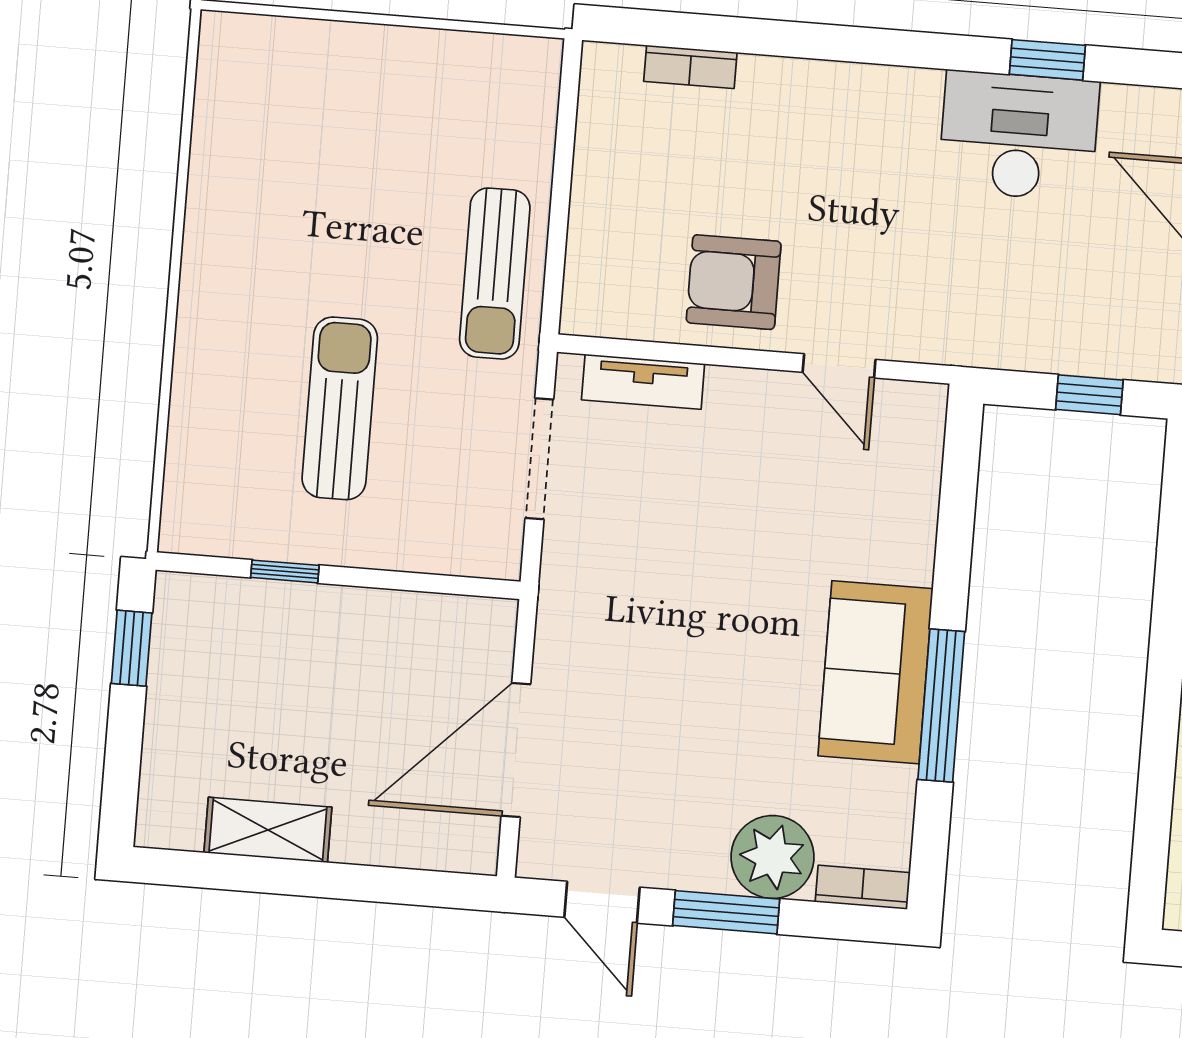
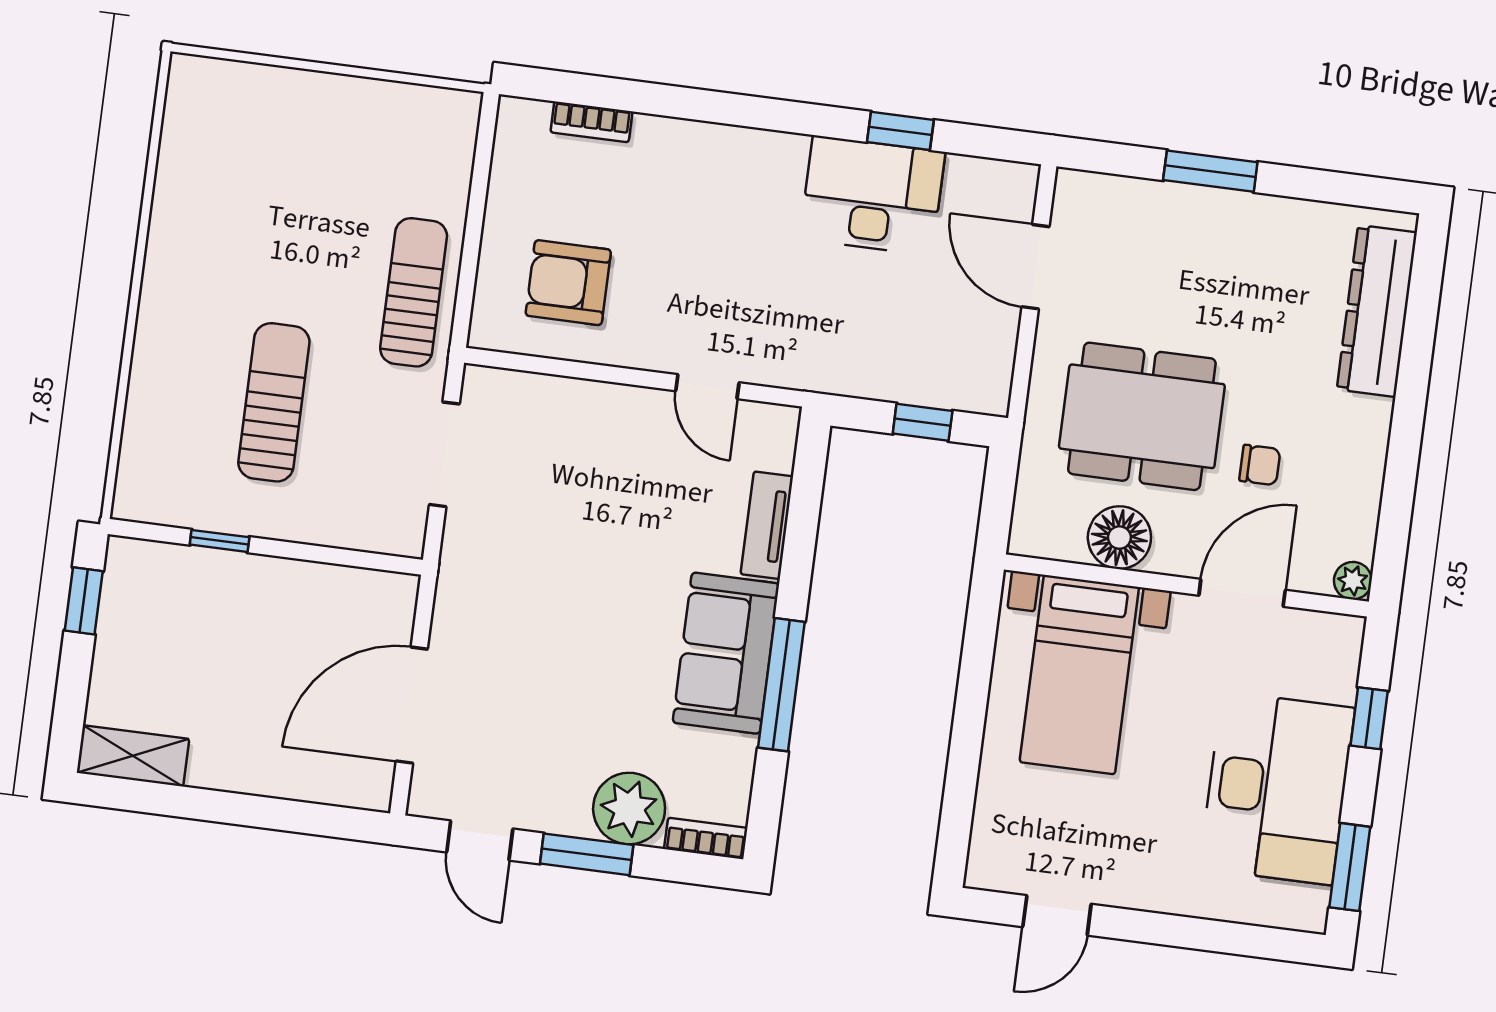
sun lounger: (495, 274) -> (414, 292), turned 180
armchair: (734, 282) -> (568, 283), moved
tv unit: (643, 382) -> (767, 525), moved, turned 90
shelving: (268, 830) -> (133, 756), moved

